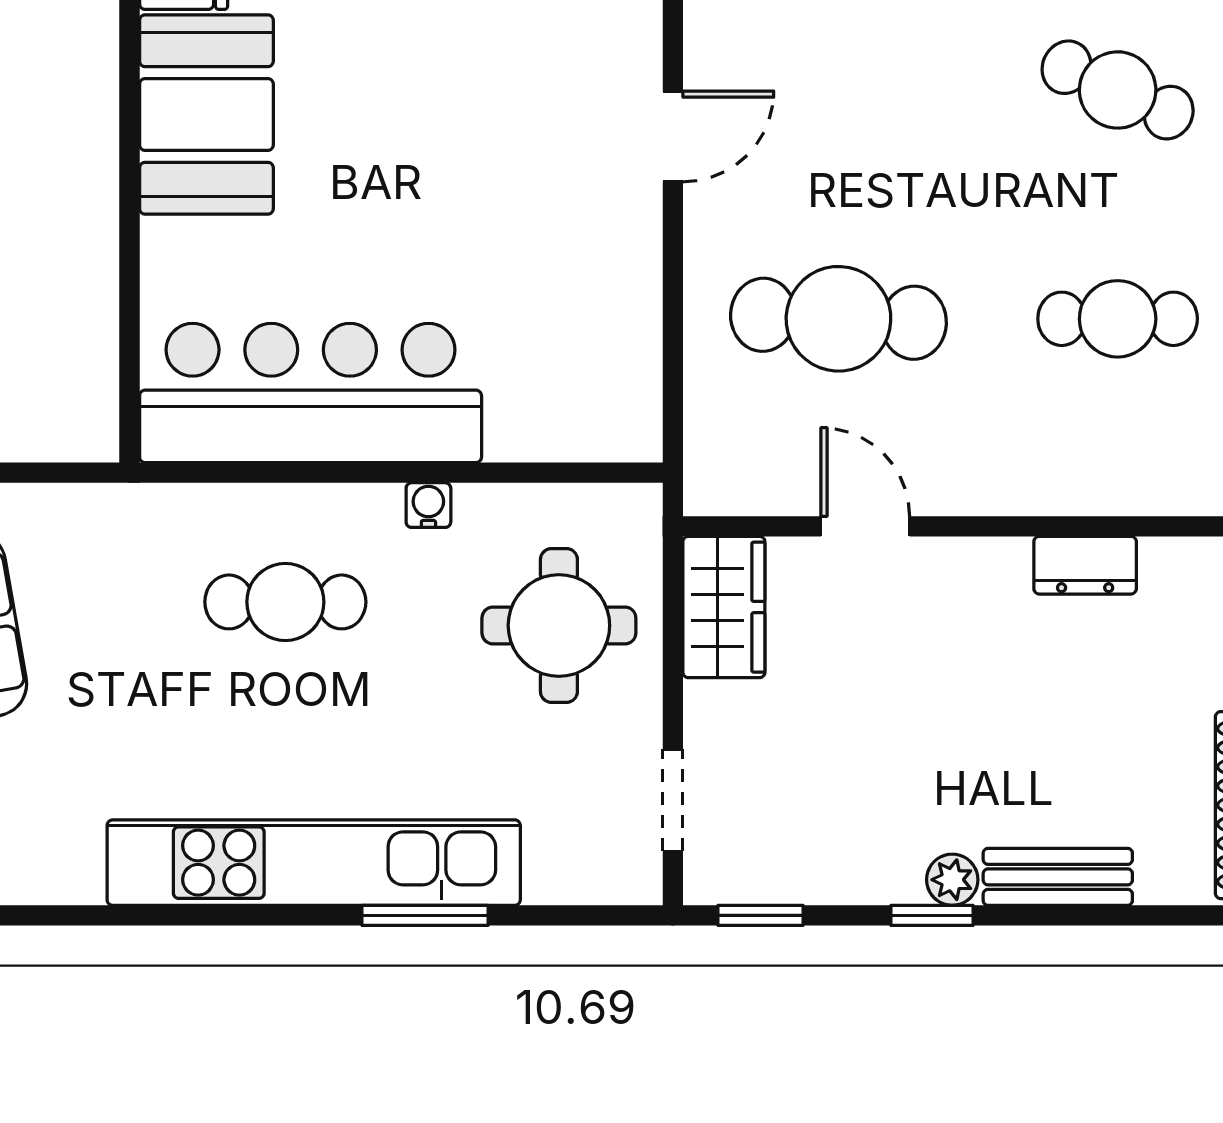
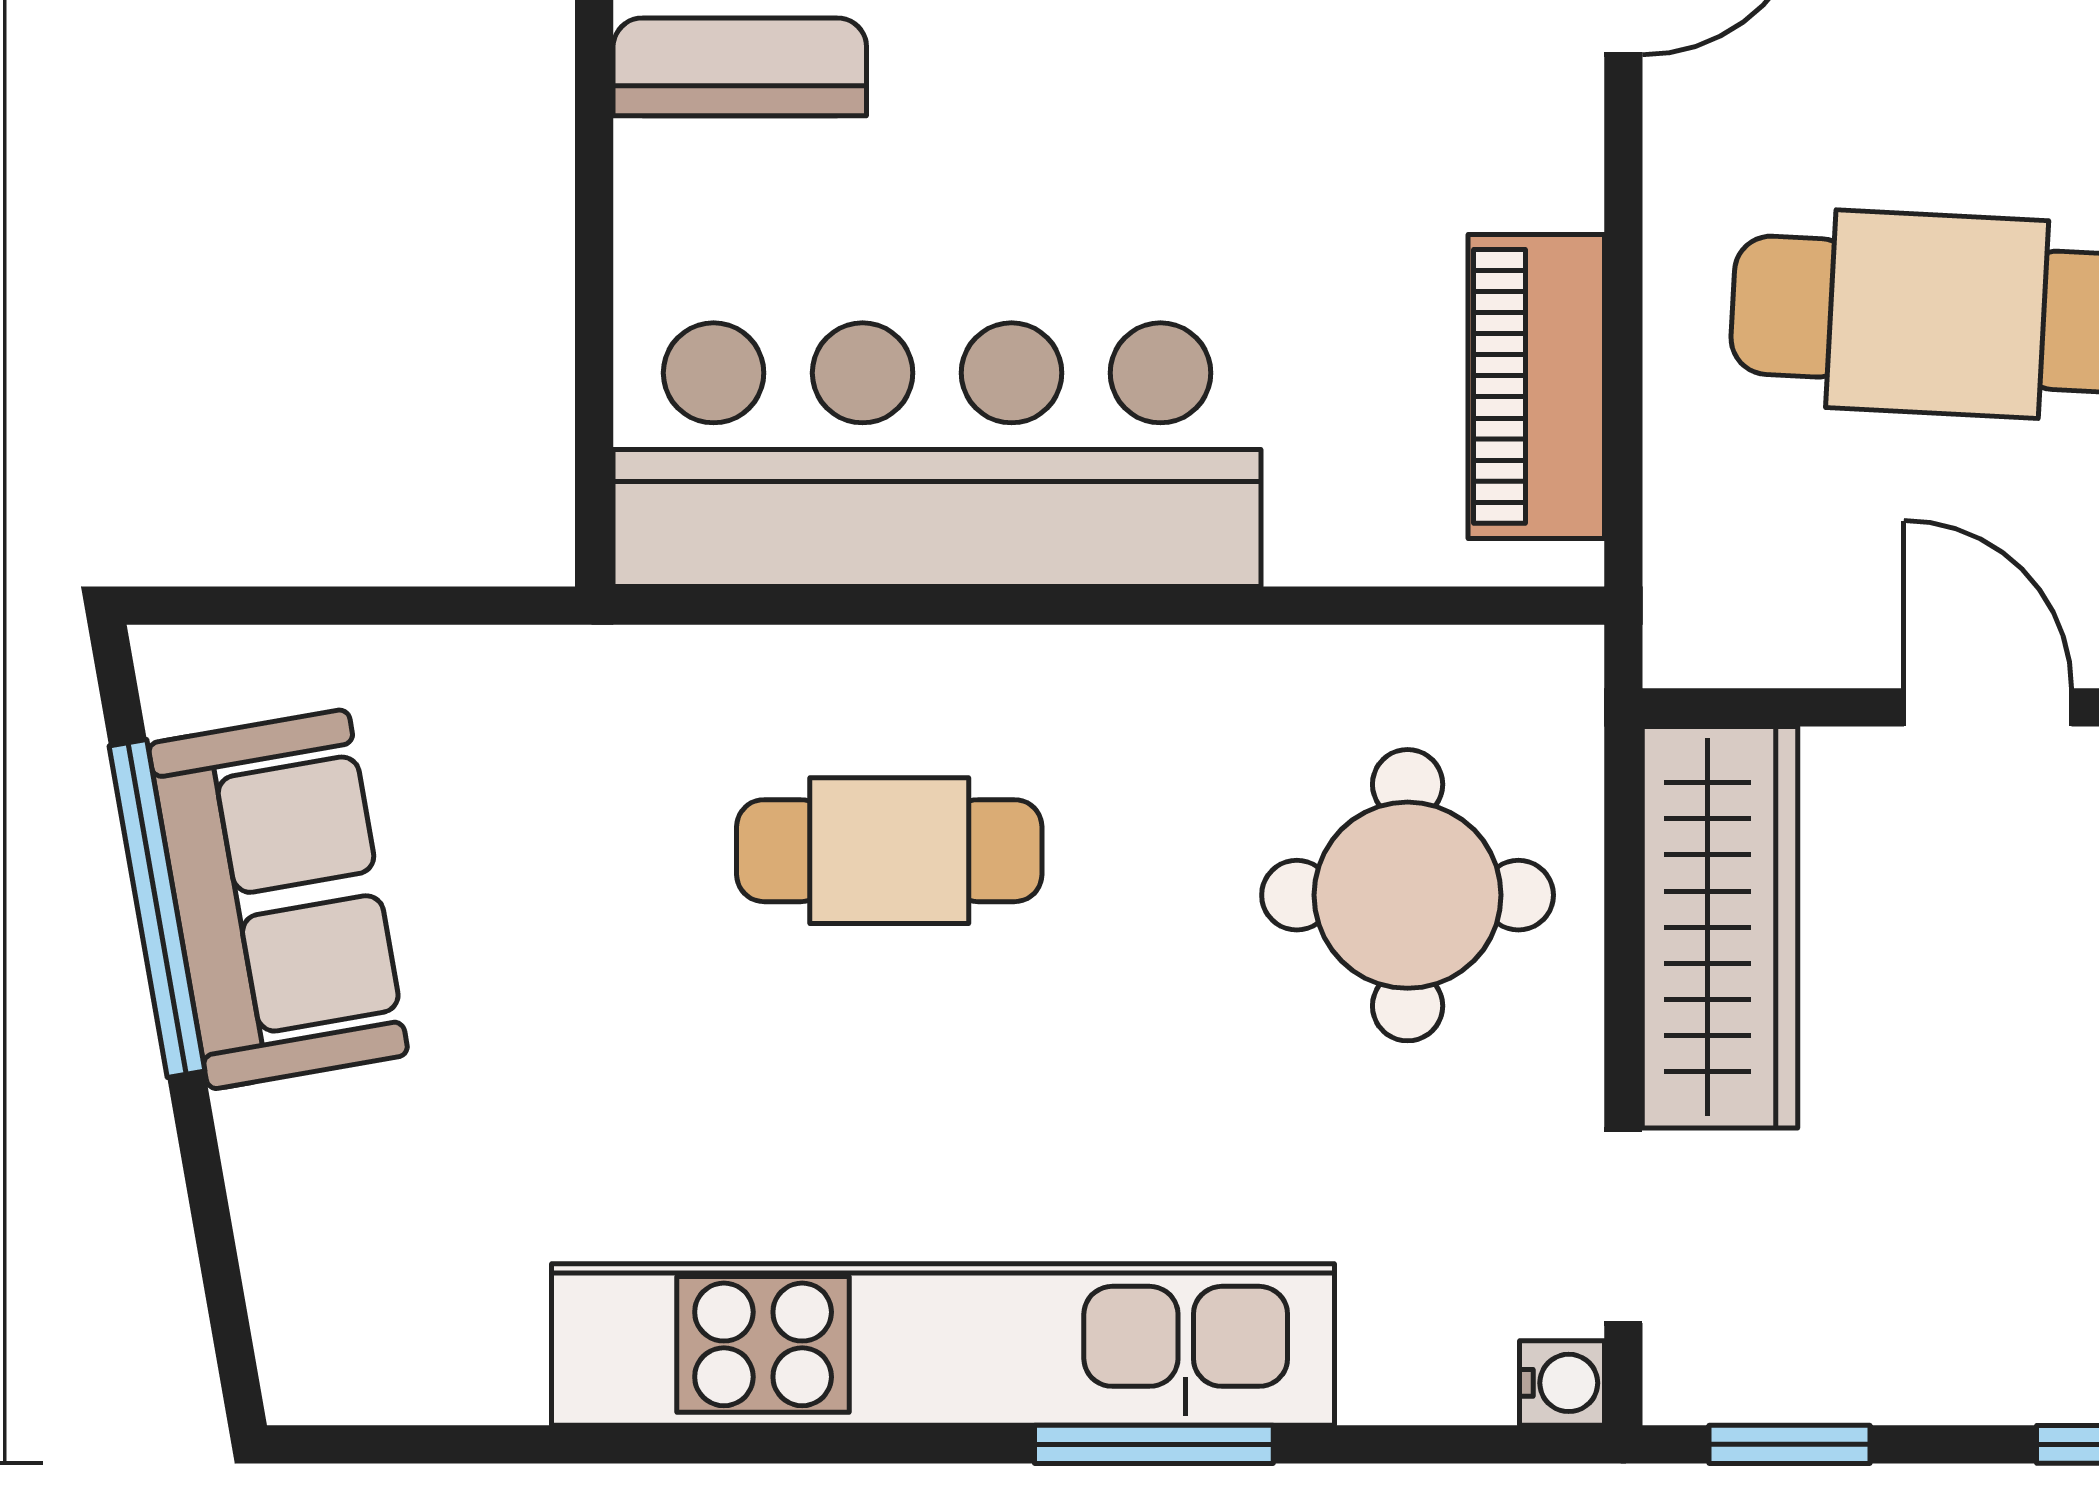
piano: (627, 357) -> (1536, 386), added
water cooler: (428, 505) -> (1562, 1383), moved, turned 90
wardrobe: (724, 607) -> (1720, 927), width x1.50

